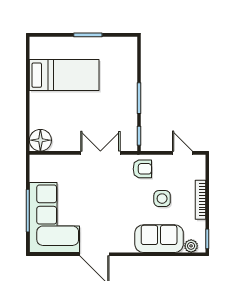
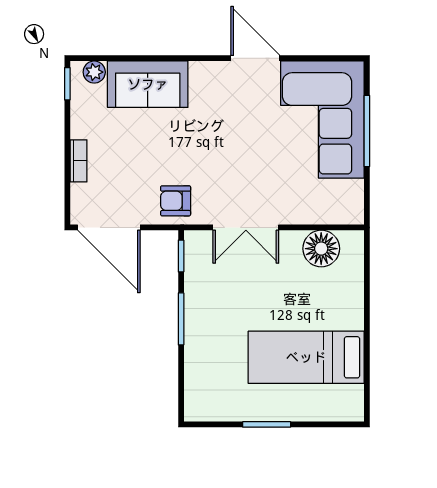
floor lamp: (40, 140) -> (321, 249), moved
door: (182, 153) -> (109, 227), width x1.88
side table: (162, 199) -> (143, 151), removed
bookcase: (200, 200) -> (78, 161), width x0.64

